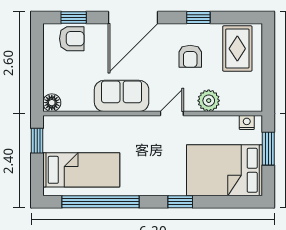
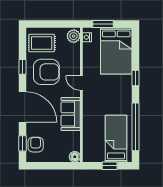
armchair: (190, 56) -> (46, 72), width x1.88, depth x1.88
plant: (209, 101) -> (74, 36), moved
window: (37, 141) -> (110, 166), moved

